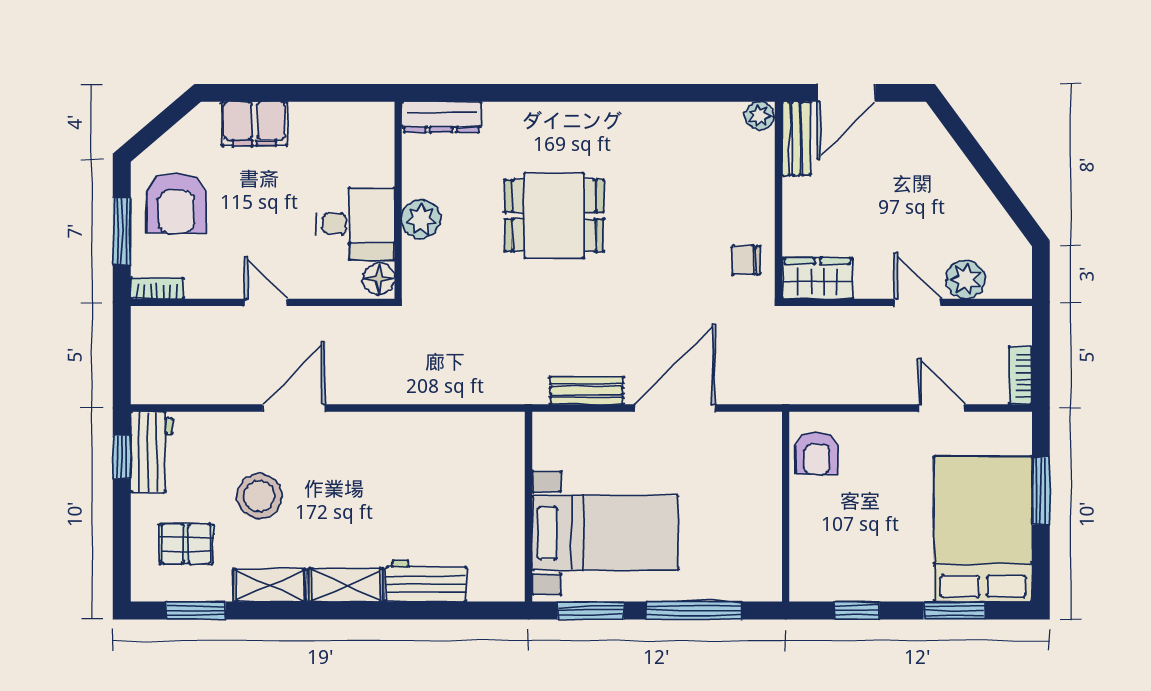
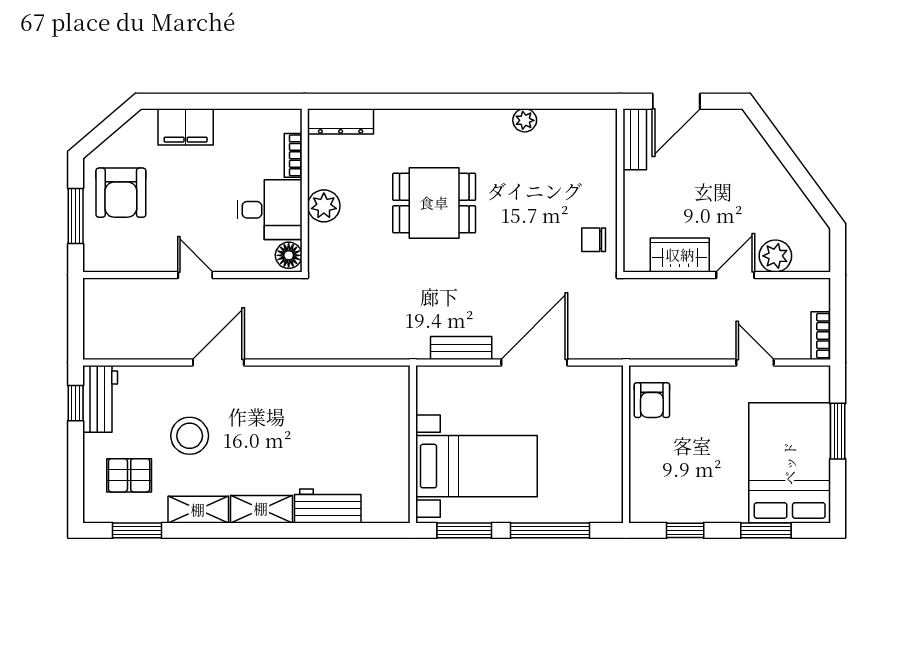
plant: (760, 116) -> (525, 120), moved
wardrobe: (817, 278) -> (680, 255), moved
bookcase: (157, 288) -> (293, 155), moved, turned -90
door: (917, 302) -> (735, 275), hinge flipped

